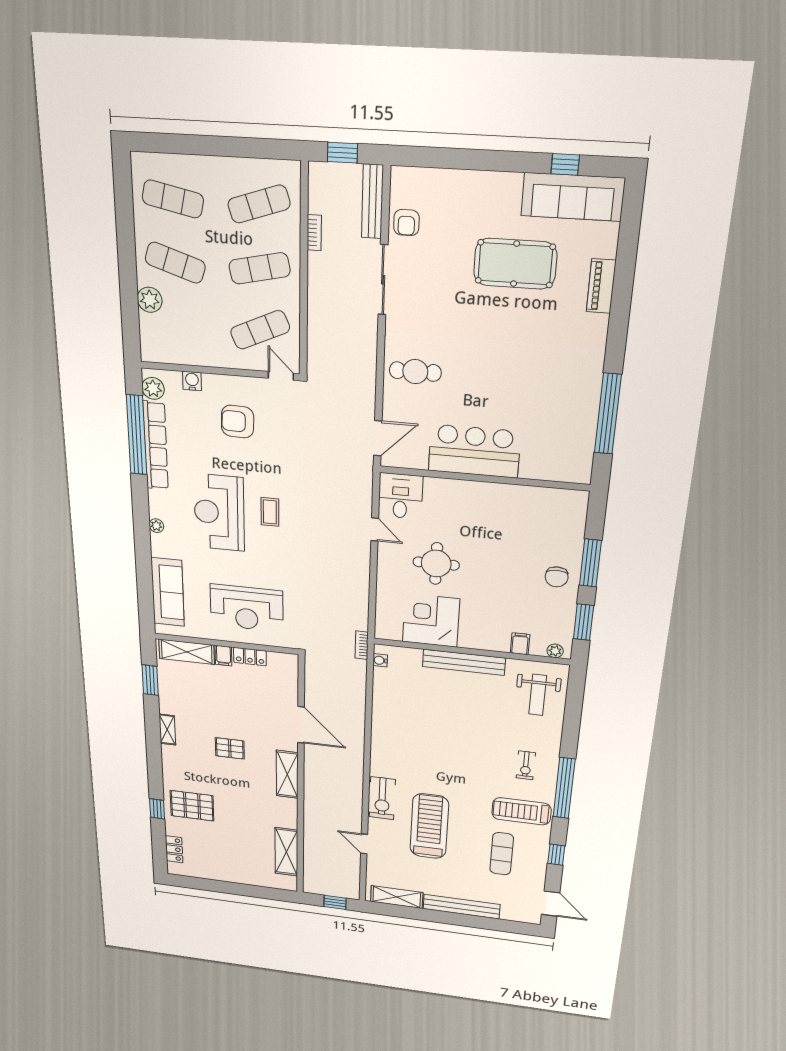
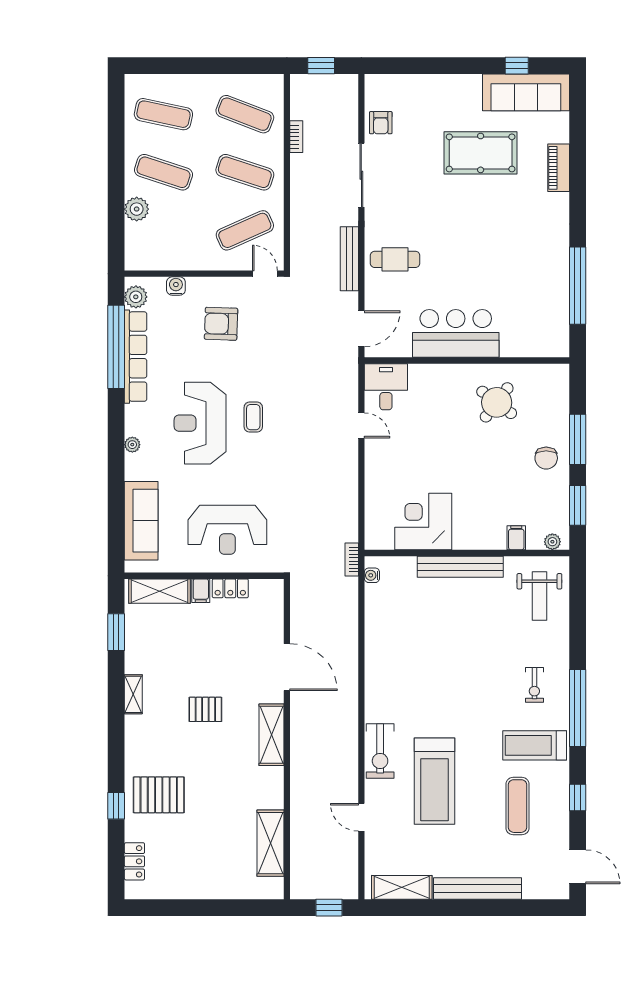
bench: (372, 201) -> (349, 259), moved
exercise mat: (259, 204) -> (245, 114), turned 39
exercise mat: (260, 268) -> (245, 172), turned 30
round table: (436, 564) -> (497, 402), moved, turned 37
treadmill: (429, 826) -> (435, 781), turned 180

